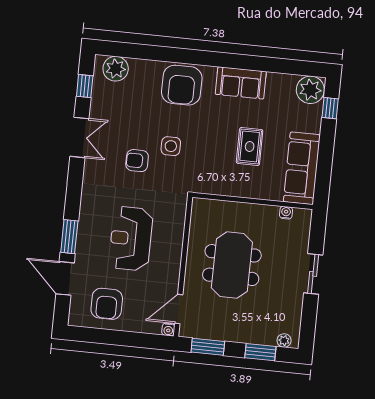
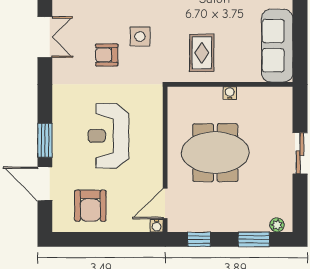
rug: (250, 146) -> (202, 53), moved
water cooler: (286, 213) -> (230, 93), moved
meeting table: (232, 265) -> (215, 153), turned 90
window: (208, 347) -> (199, 239), width x0.67

